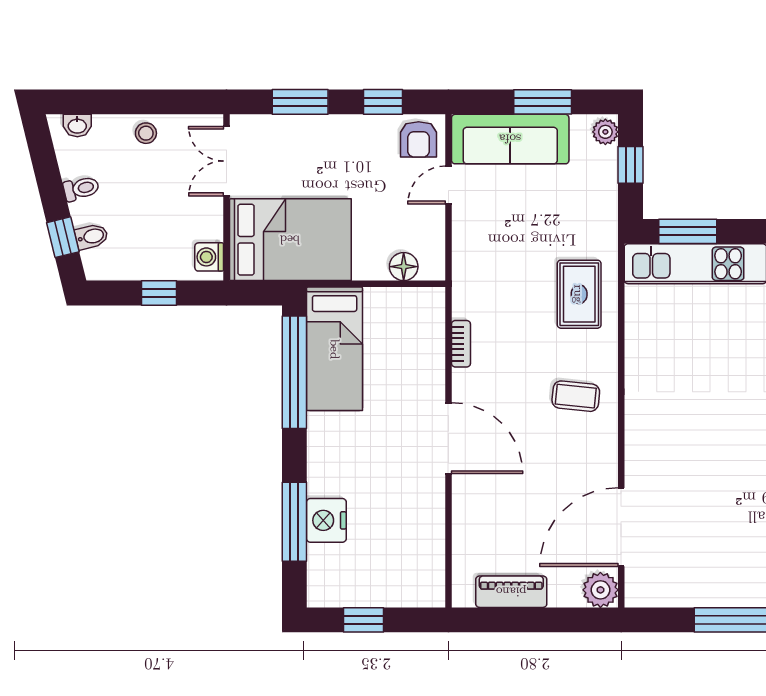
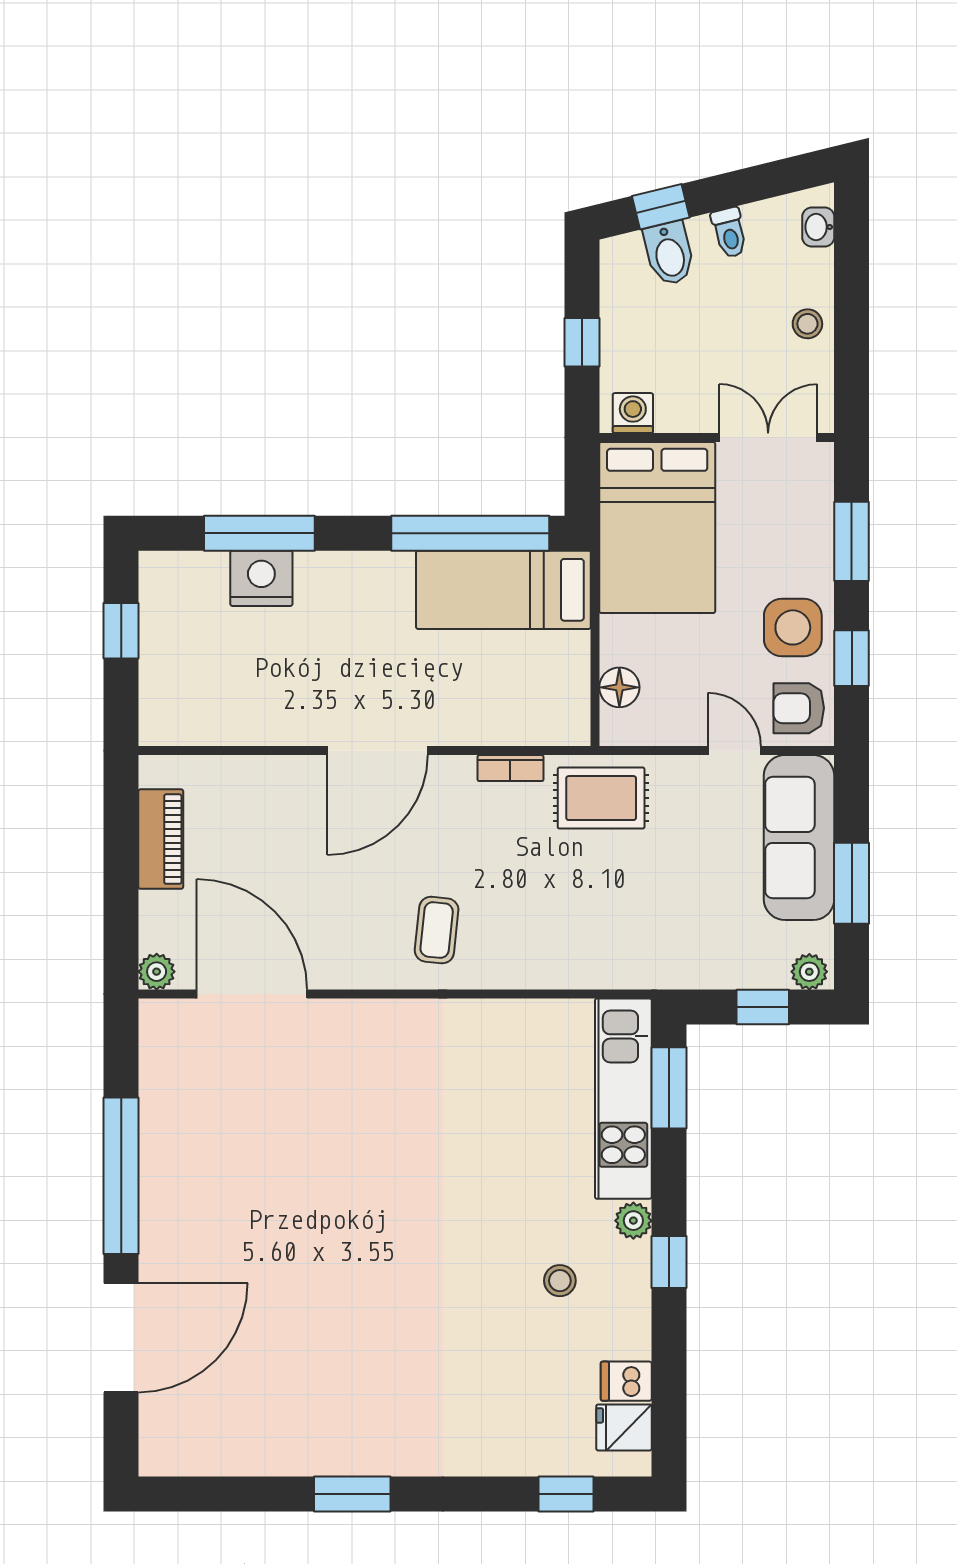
side table: (361, 144) -> (793, 627), added
bidet: (92, 237) -> (669, 253), width x1.38, depth x1.36
rug: (579, 294) -> (601, 798), moved
plant: (600, 590) -> (157, 972), width x0.73, depth x0.73

